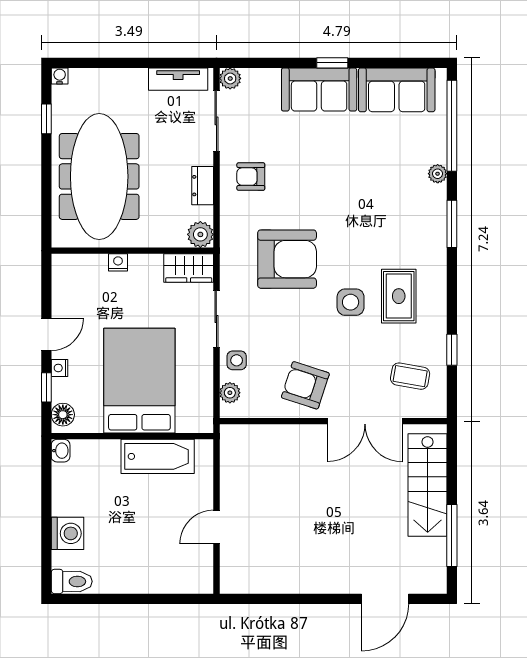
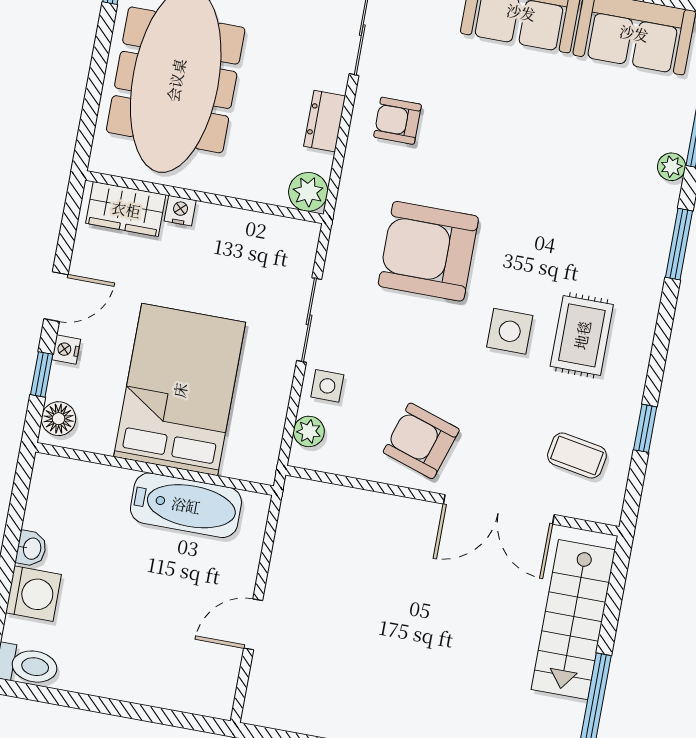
armchair: (287, 259) -> (428, 251), turned 180
wardrobe: (189, 268) -> (126, 209), moved
washbasin: (61, 451) -> (31, 549), moved

